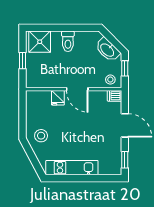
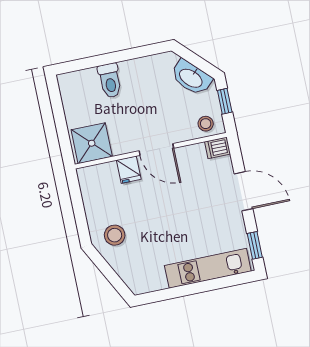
toilet: (68, 41) -> (110, 81), moved
shower: (40, 42) -> (92, 143), moved
window: (22, 61) -> (61, 123), removed
kitchen unit: (72, 168) -> (208, 268), moved

